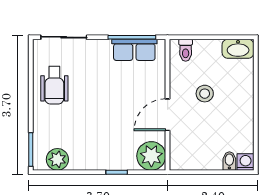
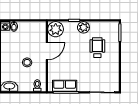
wheelchair: (54, 85) -> (97, 48), moved
plant: (57, 159) -> (83, 27), moved

